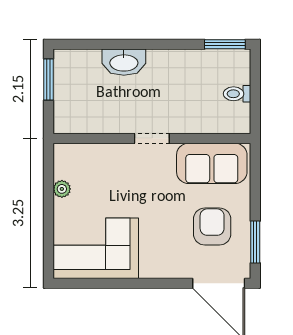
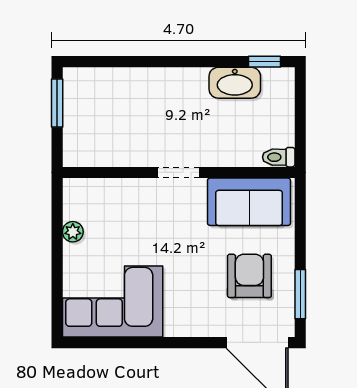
window: (225, 44) -> (265, 62), width x0.67
washbasin: (124, 62) -> (235, 83), moved
toilet: (237, 94) -> (279, 157), moved

